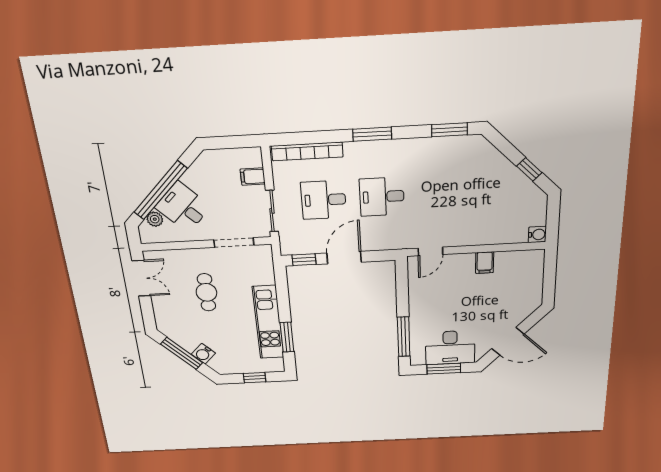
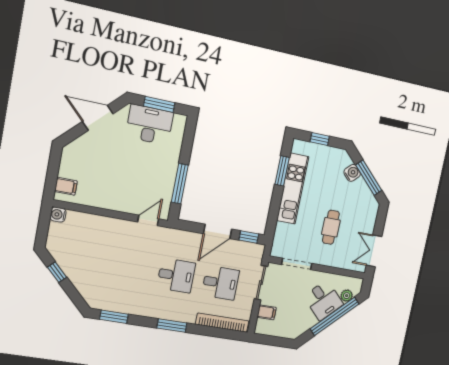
filing cabinet: (485, 263) -> (66, 186), moved, turned 90
window: (404, 337) -> (180, 184), moved

